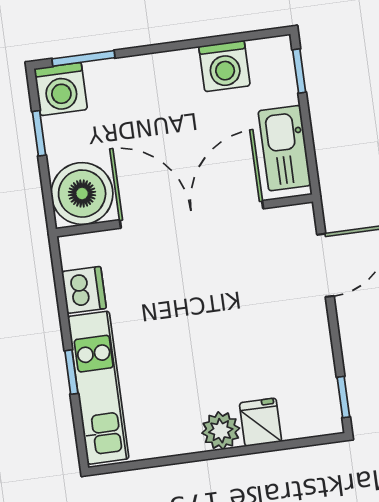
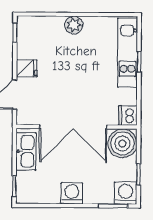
washing machine: (224, 66) -> (72, 193), moved
dishwasher: (84, 290) -> (128, 115), moved
fridge: (261, 422) -> (27, 68), moved, turned -90

